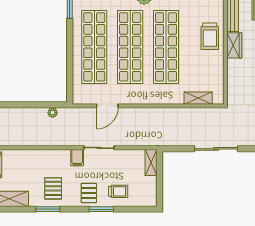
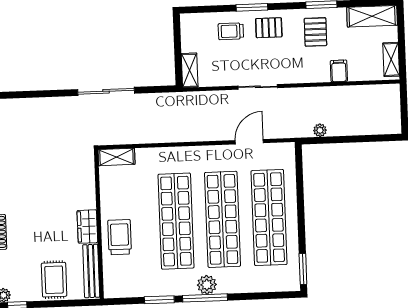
shelving: (198, 98) -> (117, 157), moved
filing cabinet: (77, 158) -> (339, 71), moved
pallet: (89, 193) -> (269, 28), turned 90

